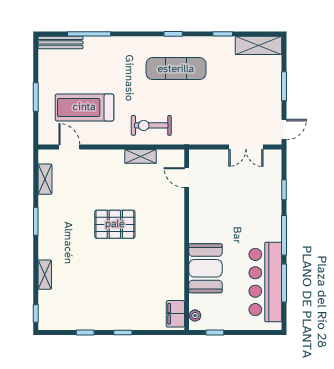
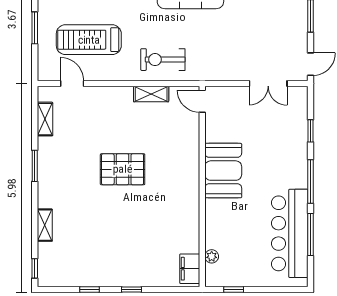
door: (187, 178) -> (202, 101), moved
booth: (205, 268) -> (223, 171), moved
plant: (195, 316) -> (212, 256), moved

